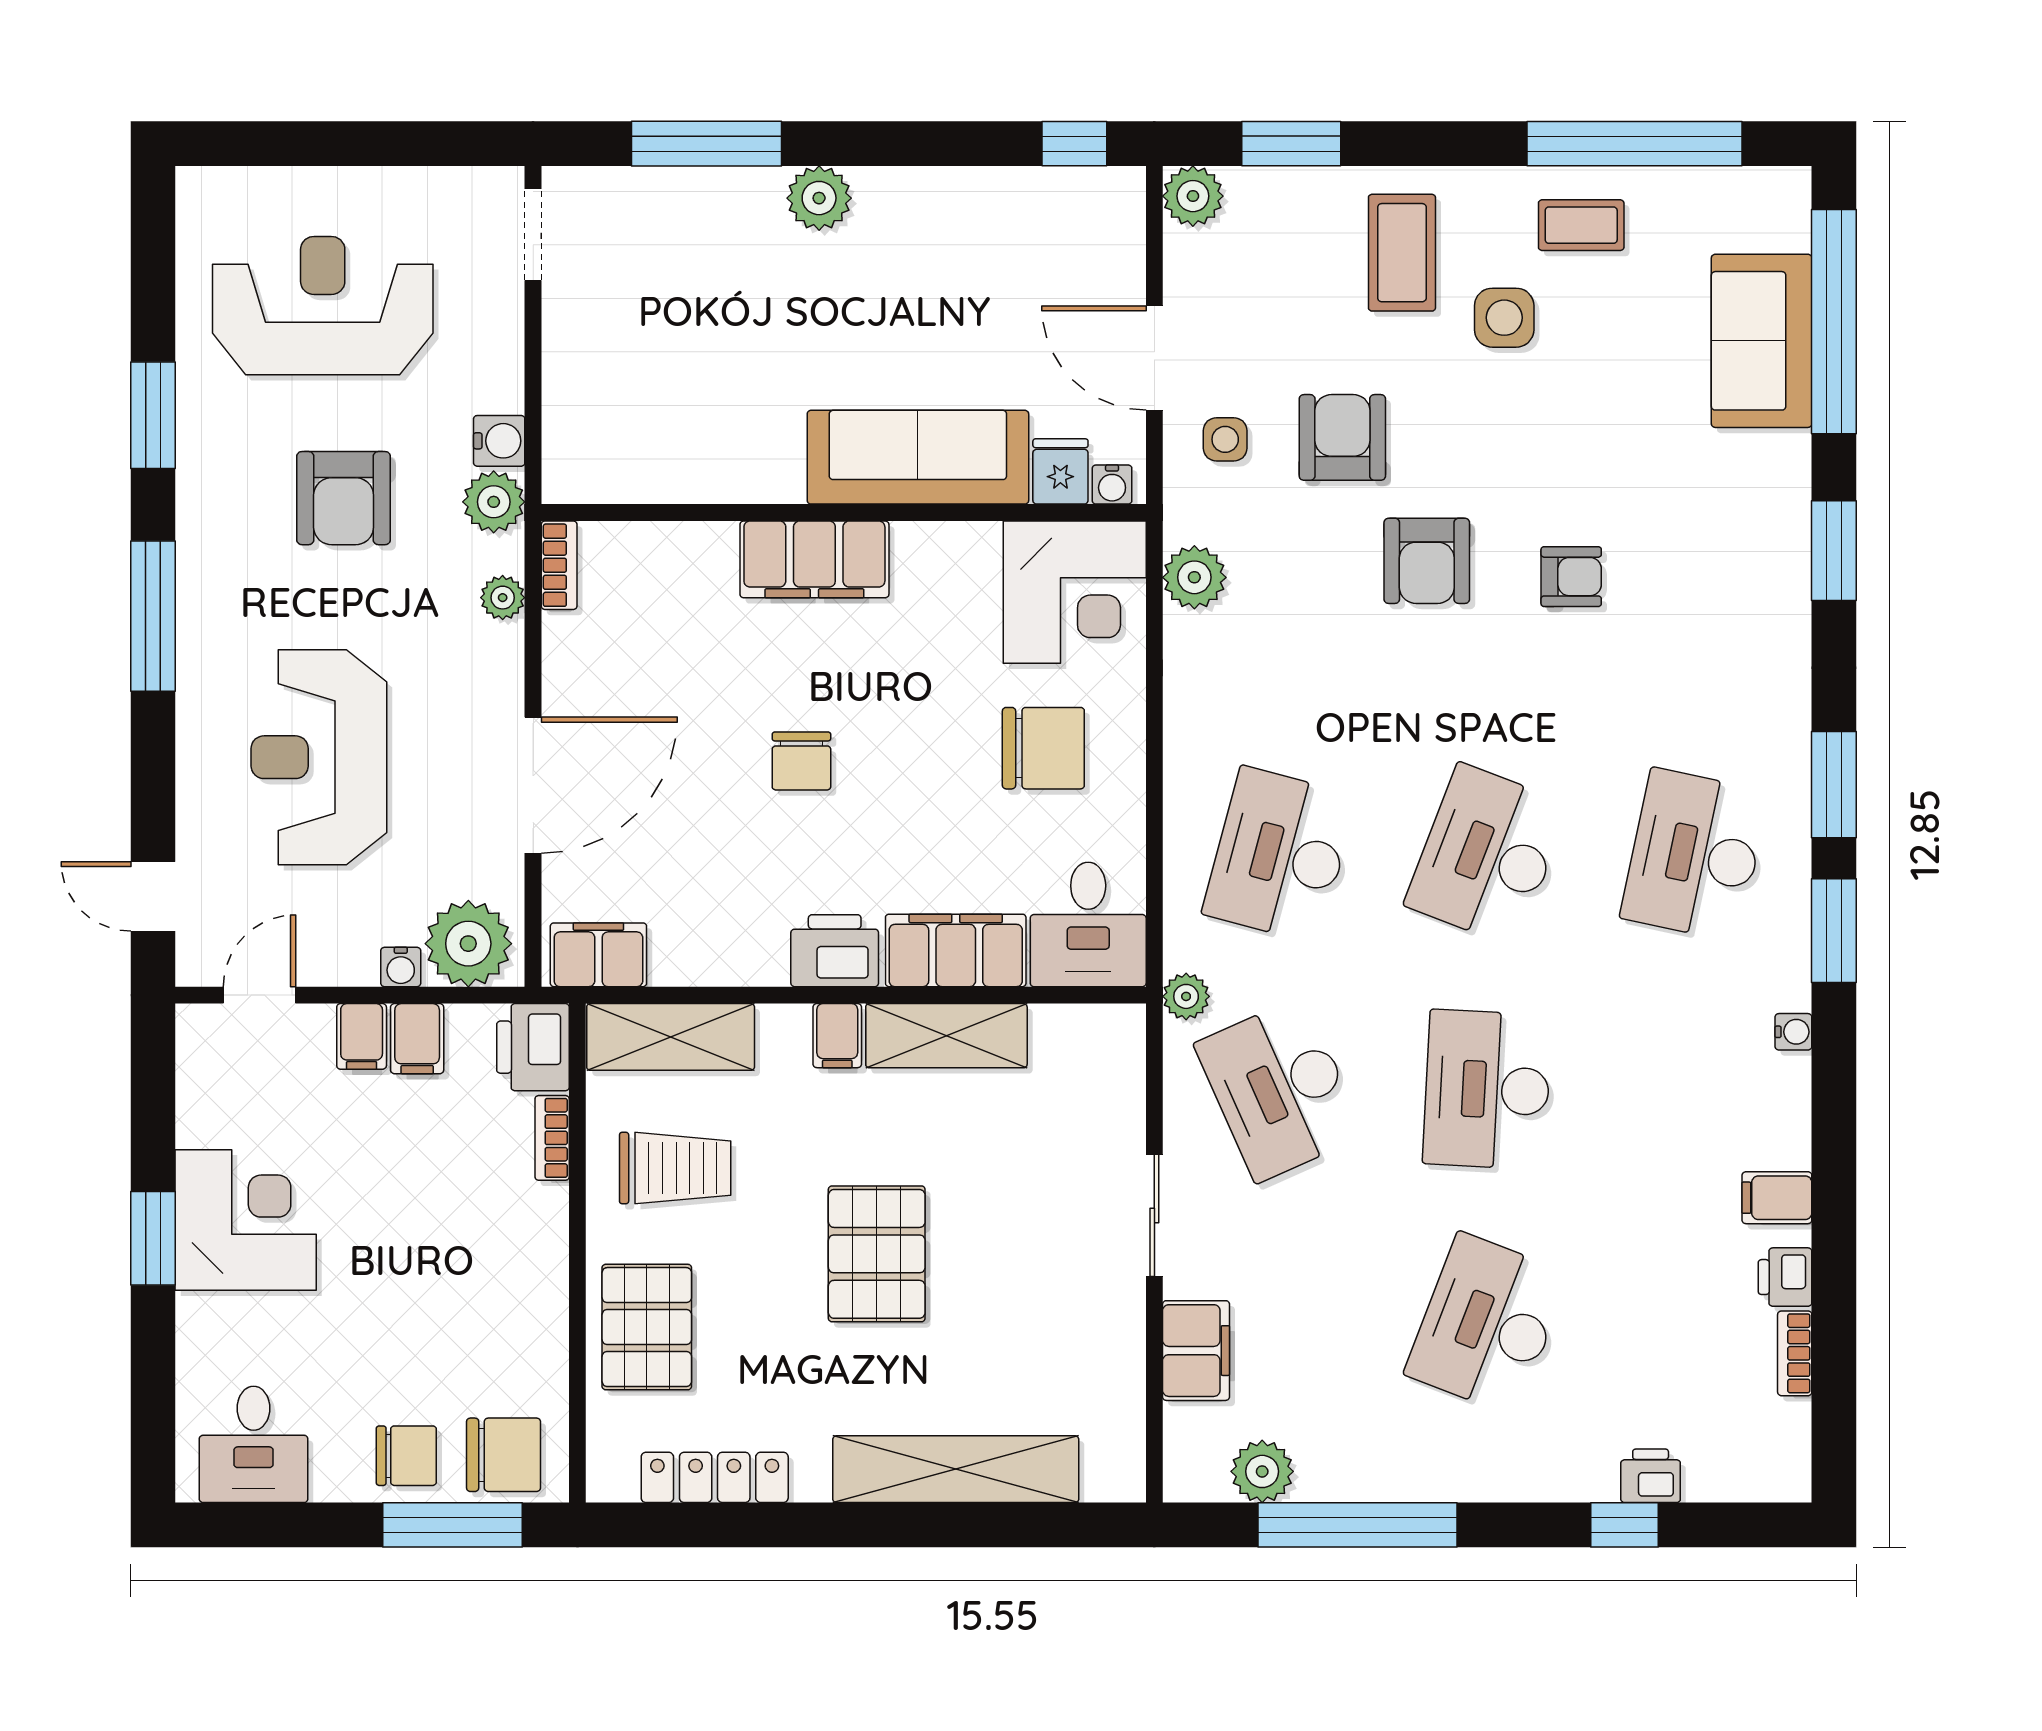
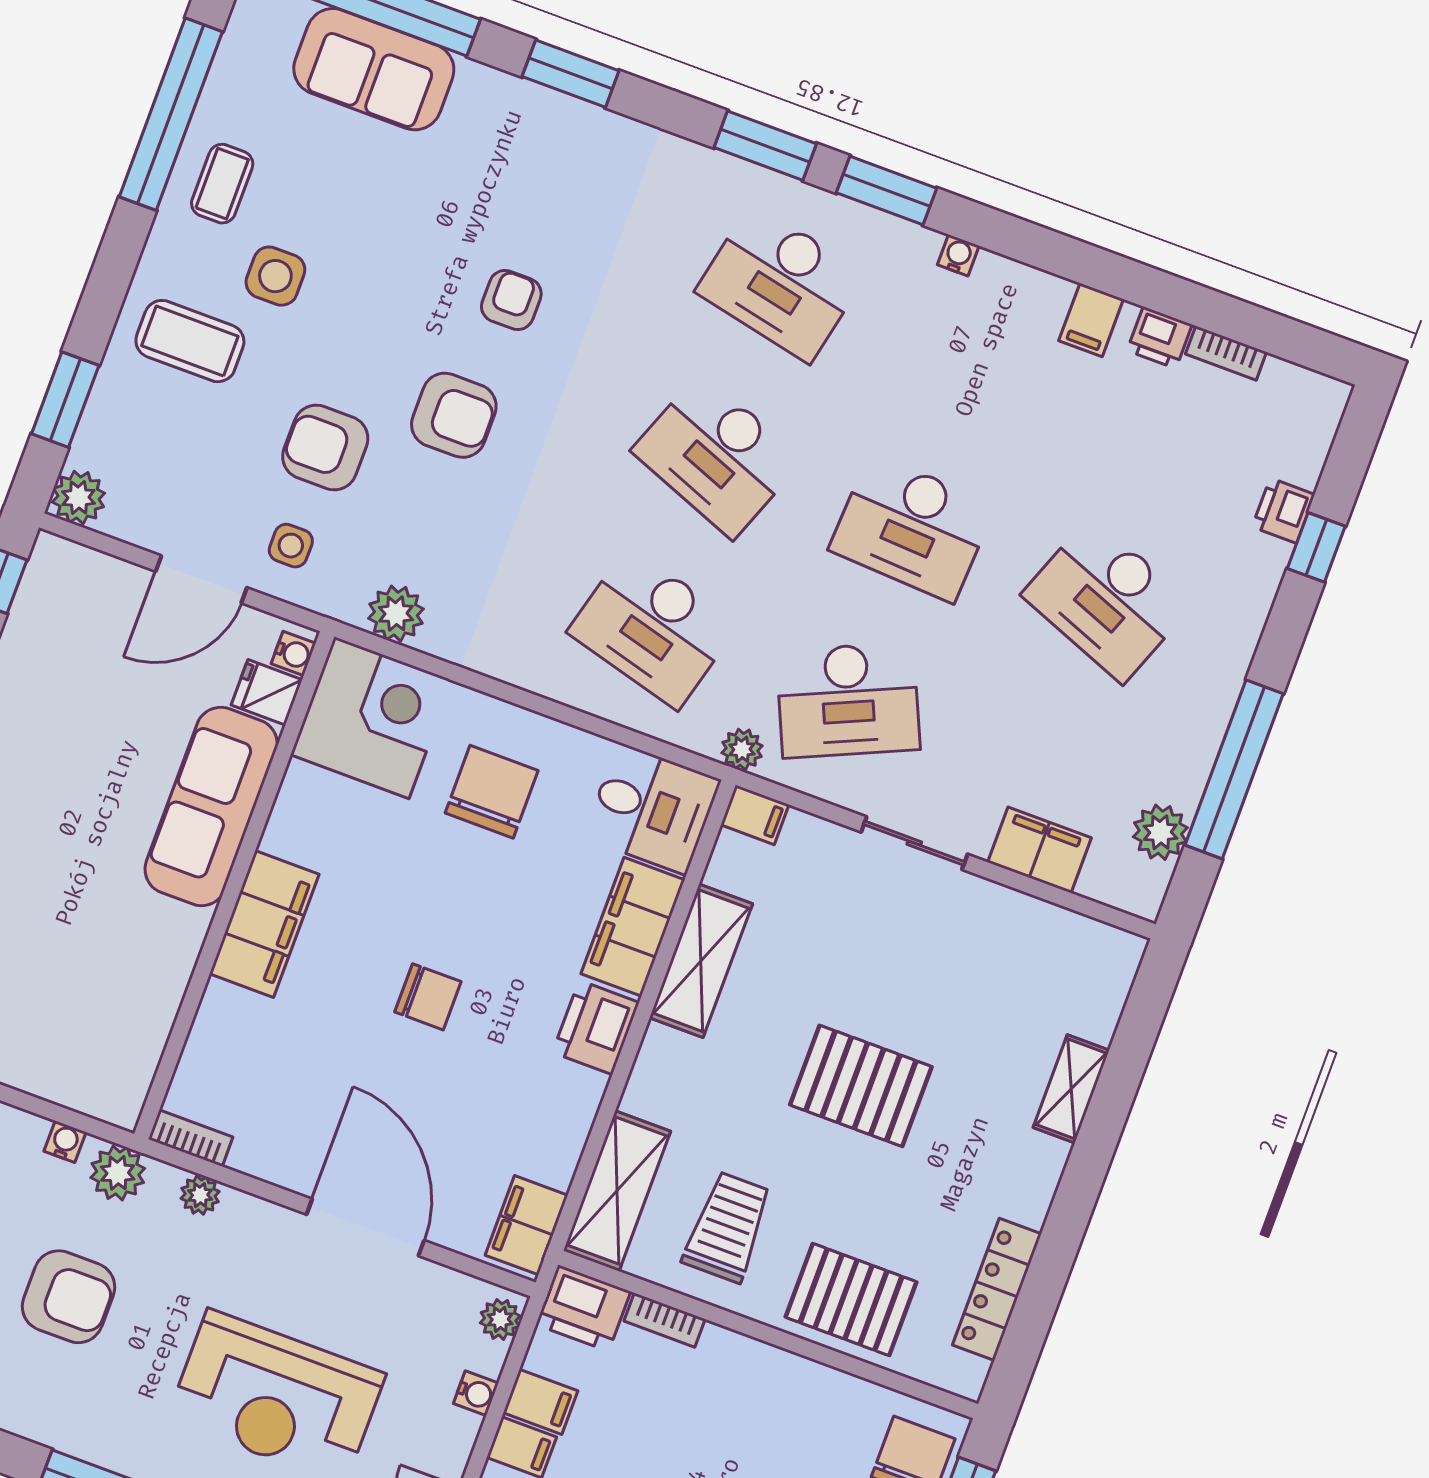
water cooler: (499, 441) -> (65, 1142), width x0.72, depth x0.72
plant: (468, 944) -> (500, 1319), width x0.53, depth x0.53
filing cabinet: (837, 1036) -> (755, 815), moved
shelving: (956, 1469) -> (1071, 1089), width x0.45, depth x0.75

